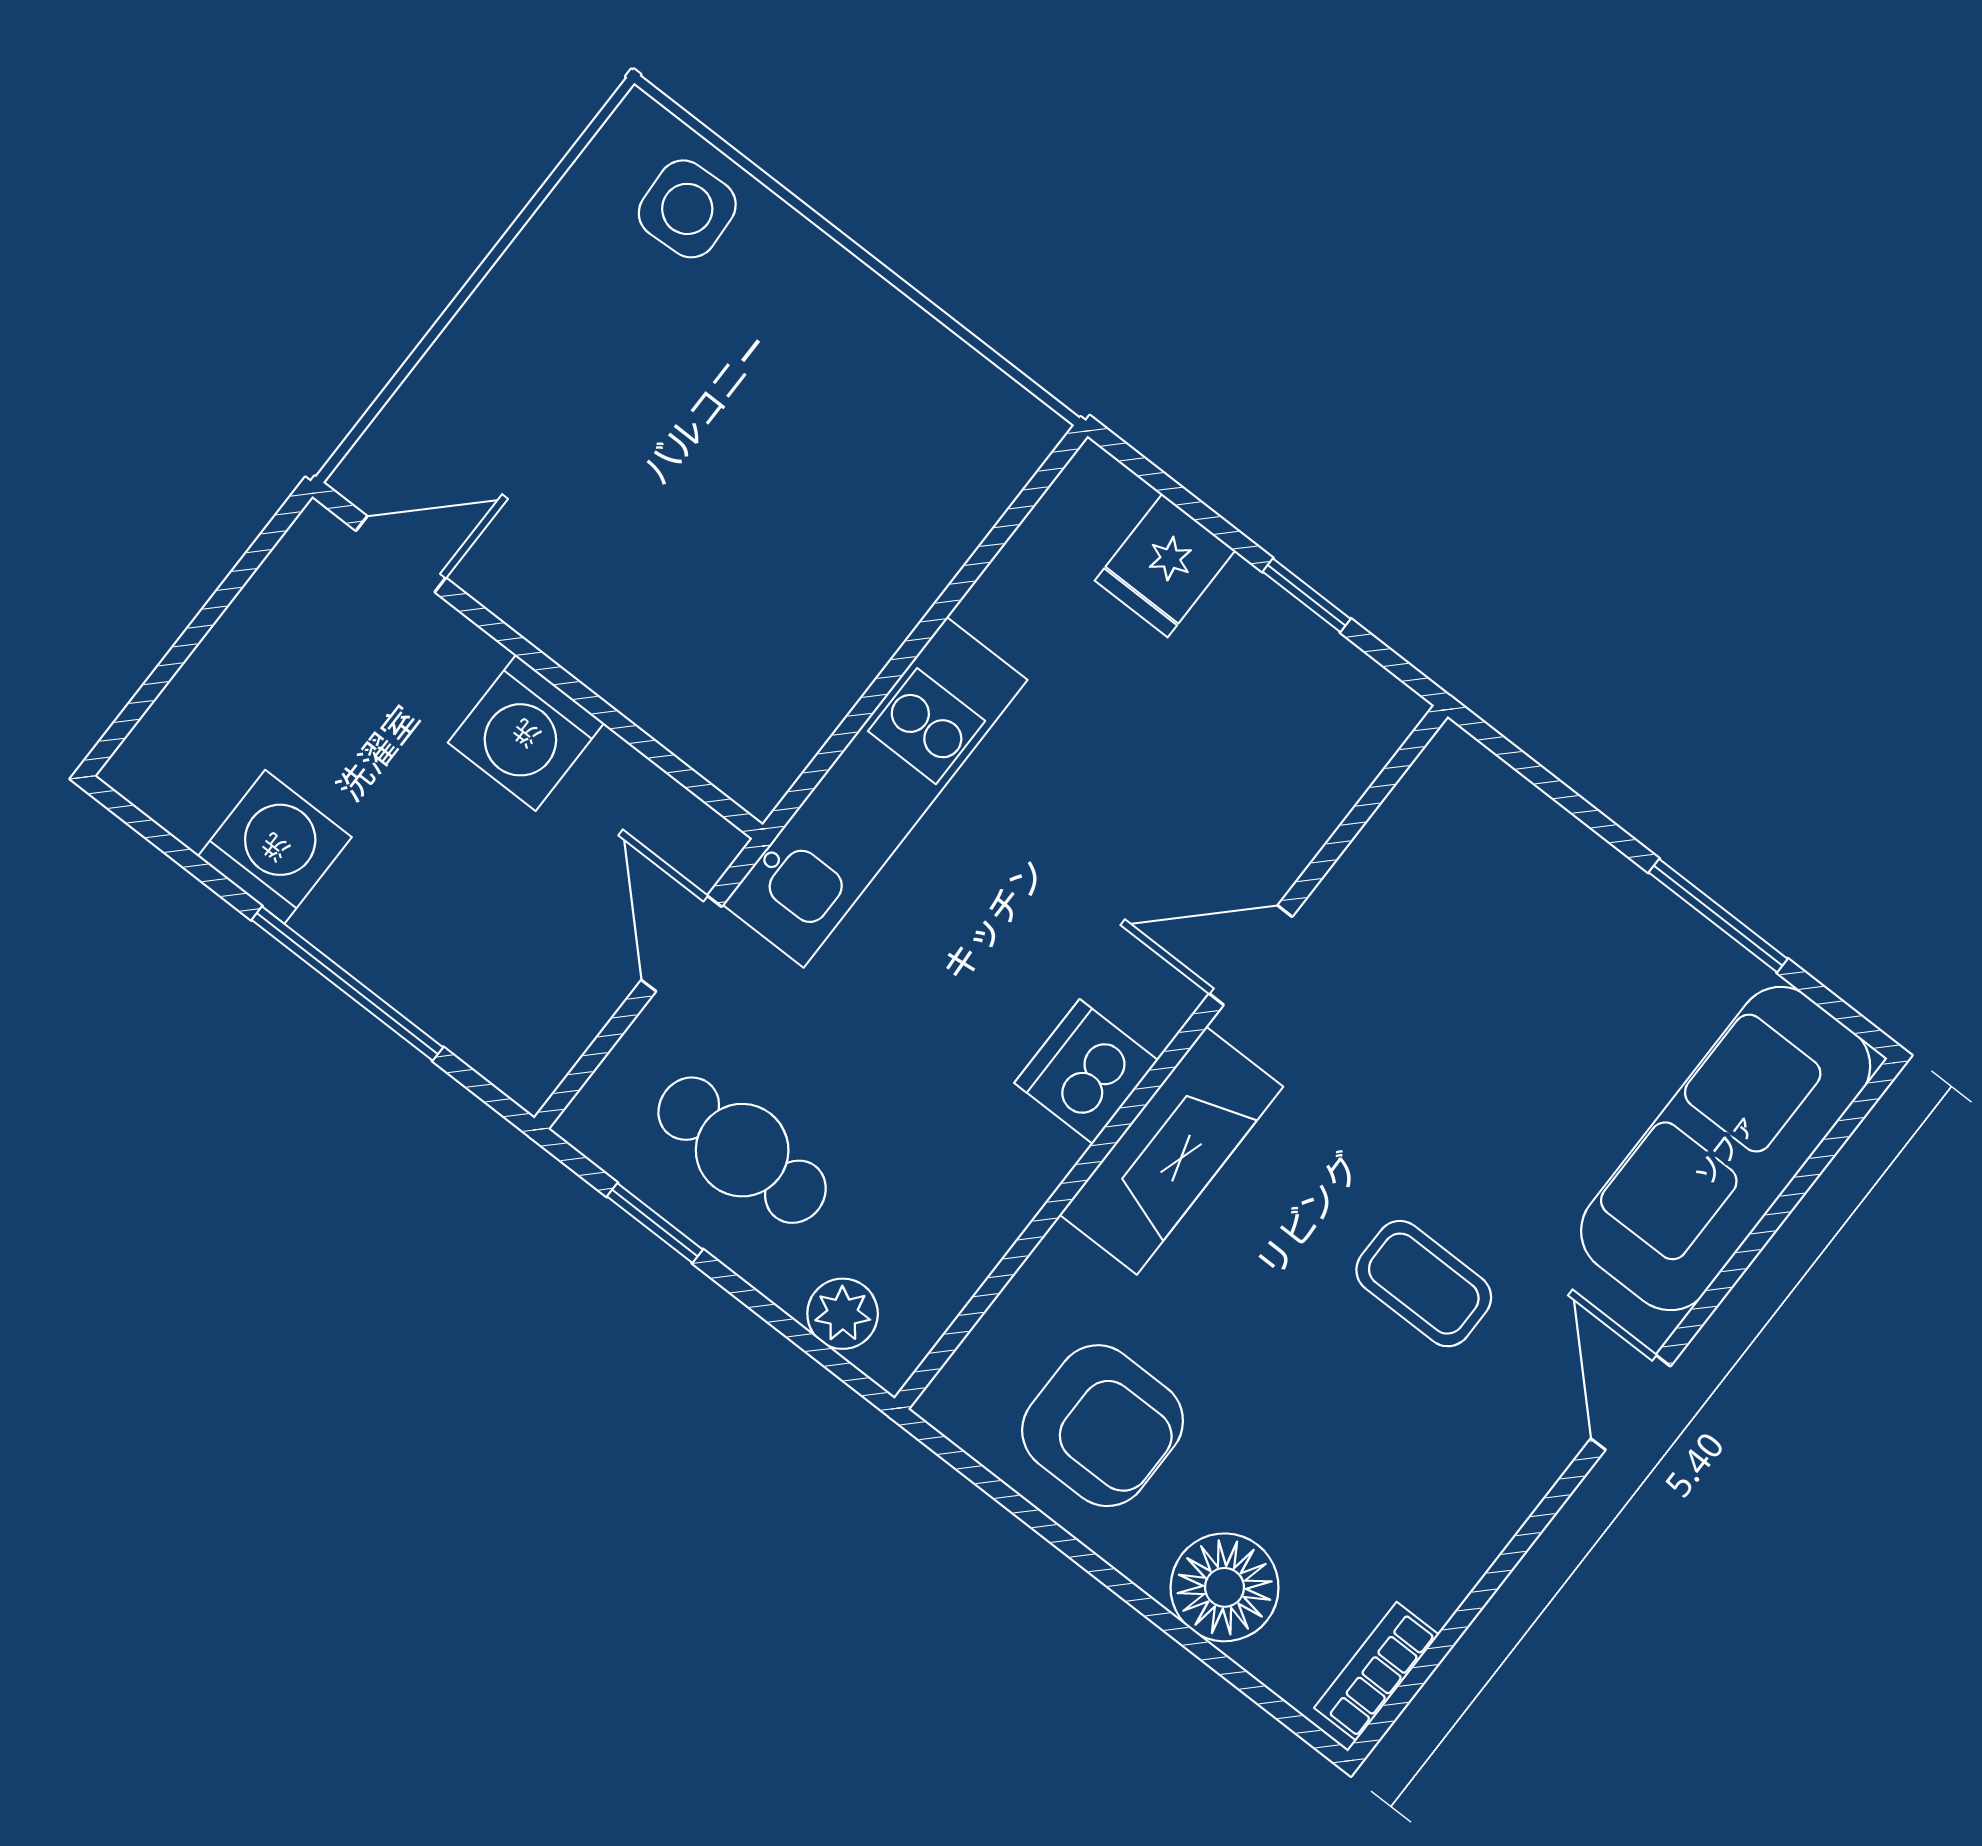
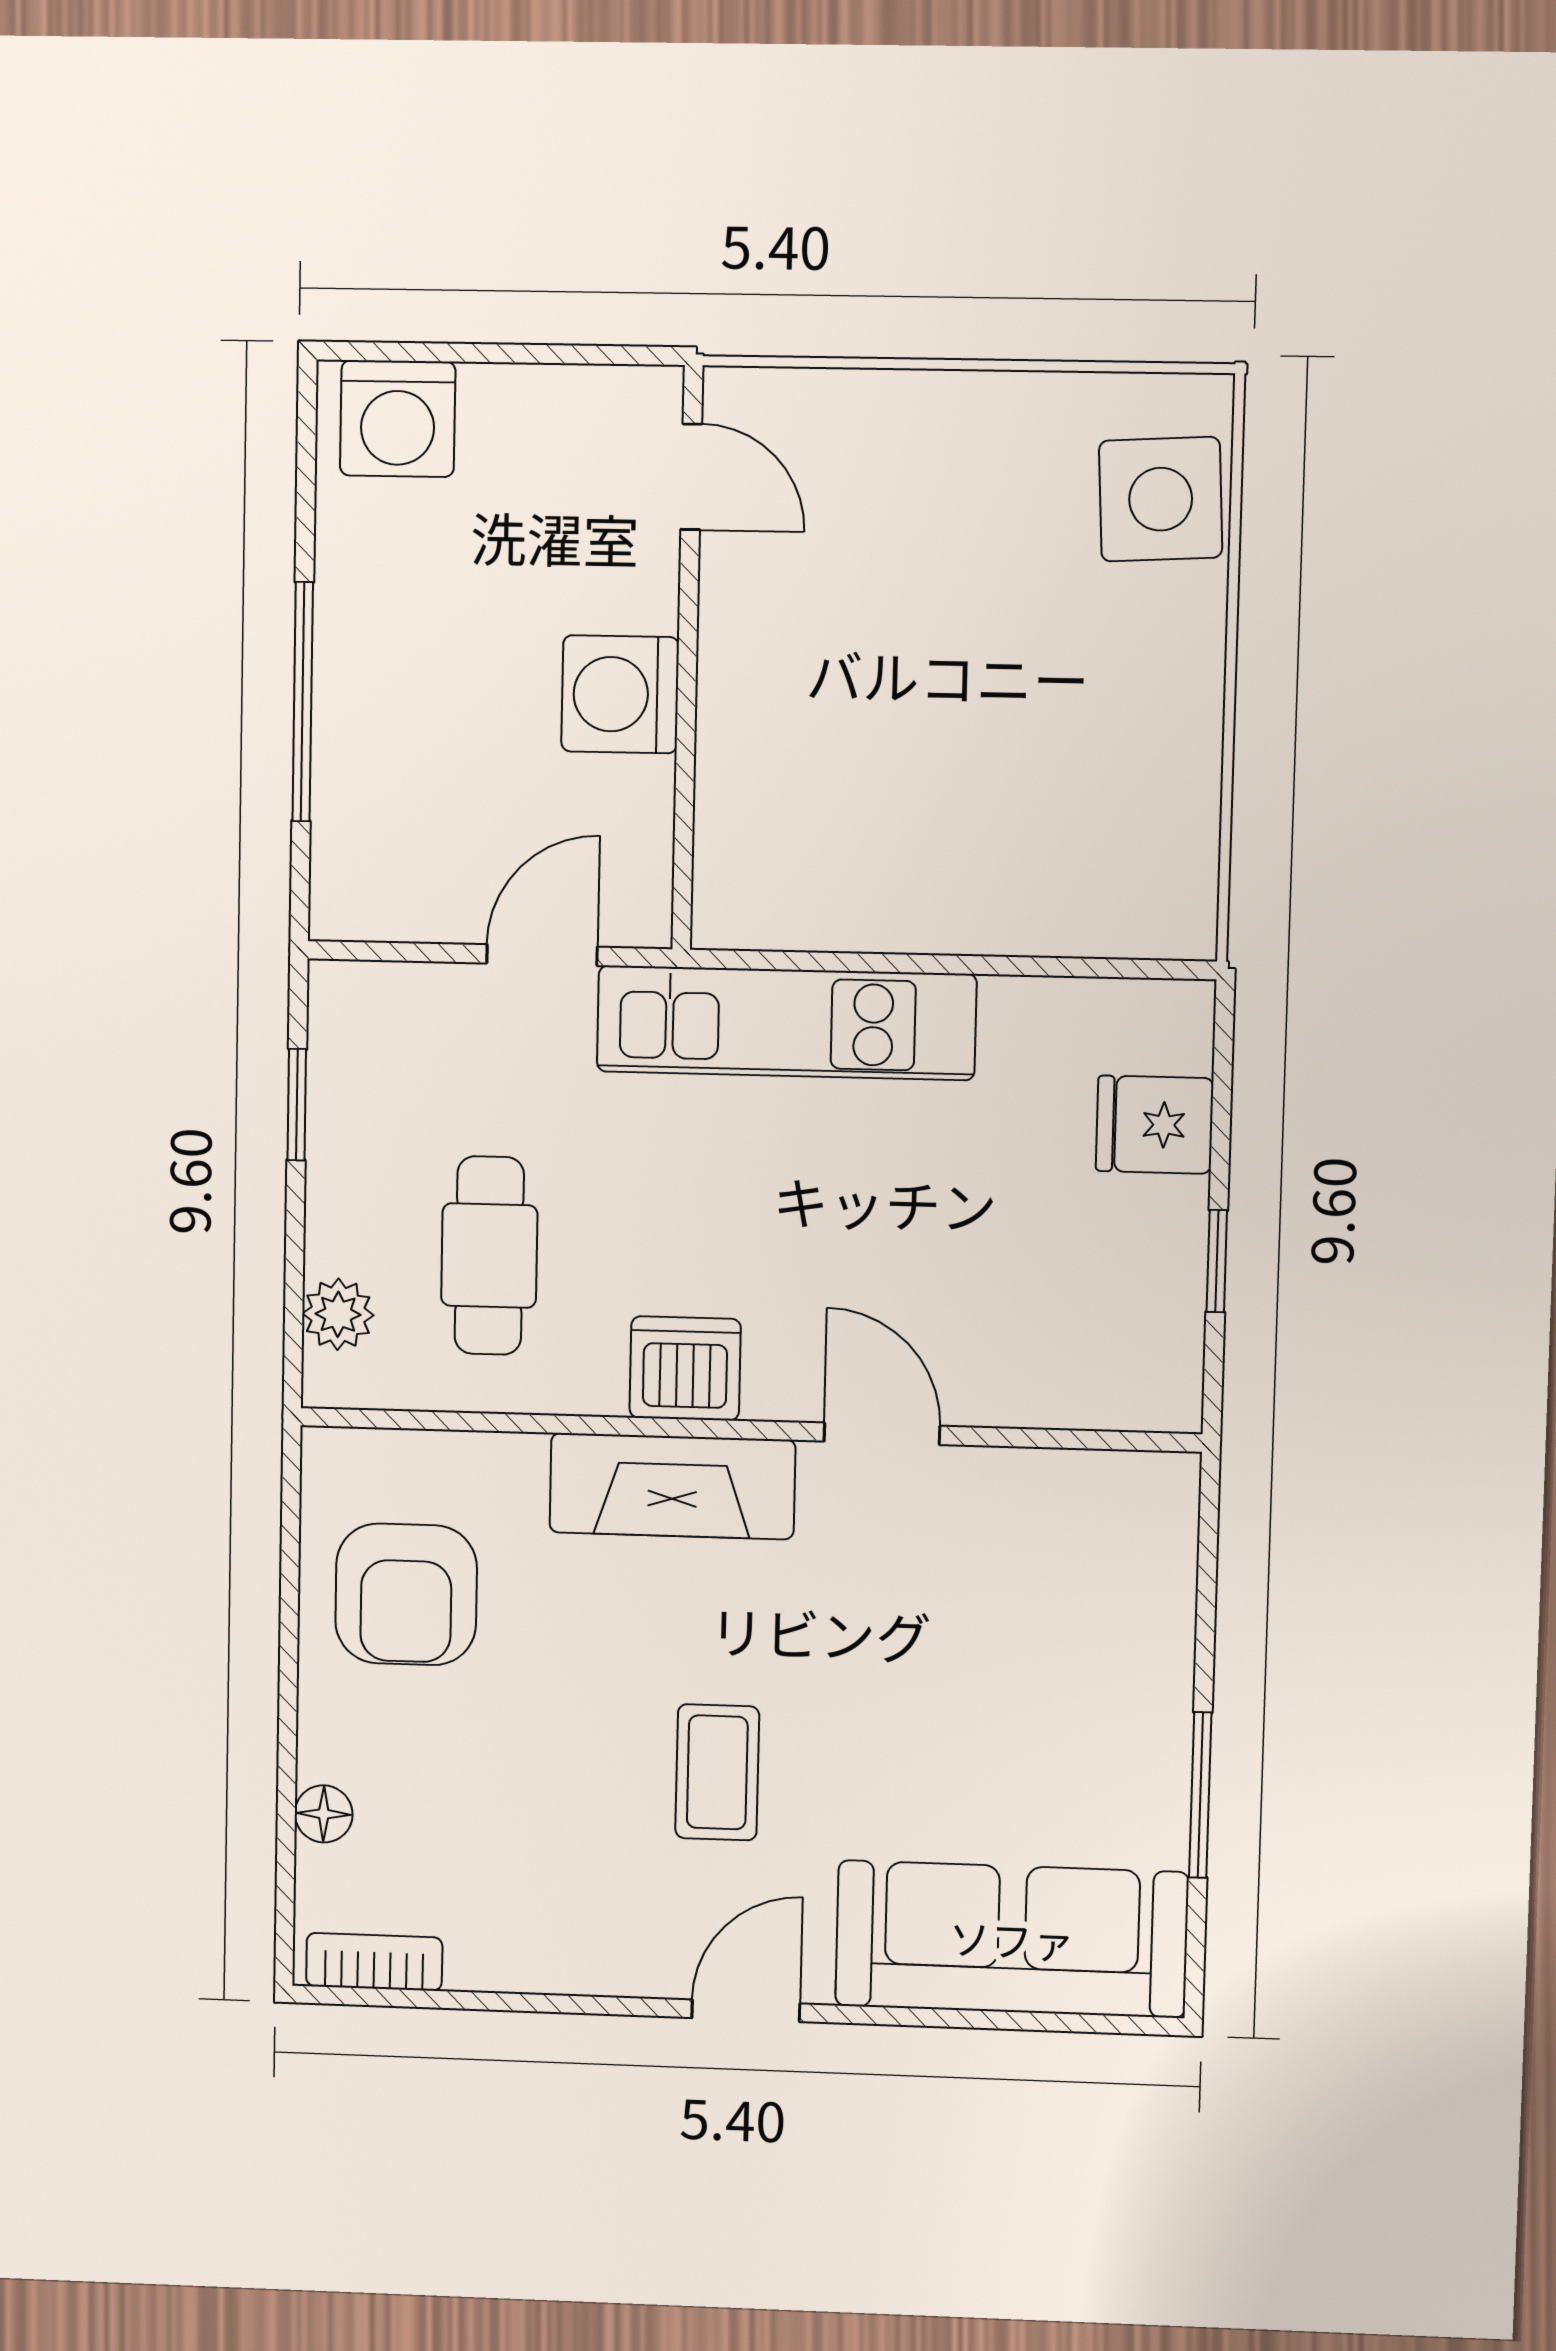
side table: (687, 209) -> (1161, 499), width x1.37, depth x1.37
washing machine: (275, 847) -> (398, 419), moved, turned 90
cafe table: (742, 1150) -> (489, 1256), moved
floor lamp: (1225, 1587) -> (324, 1814), width x0.53, depth x0.53

